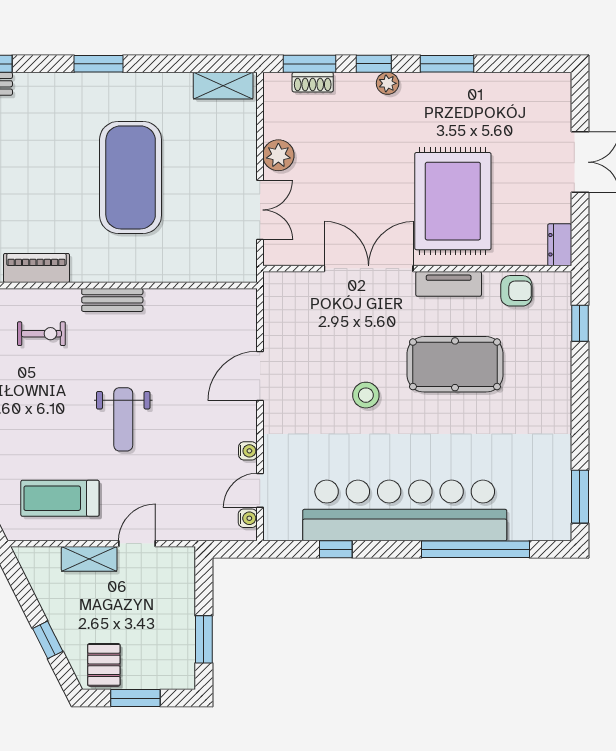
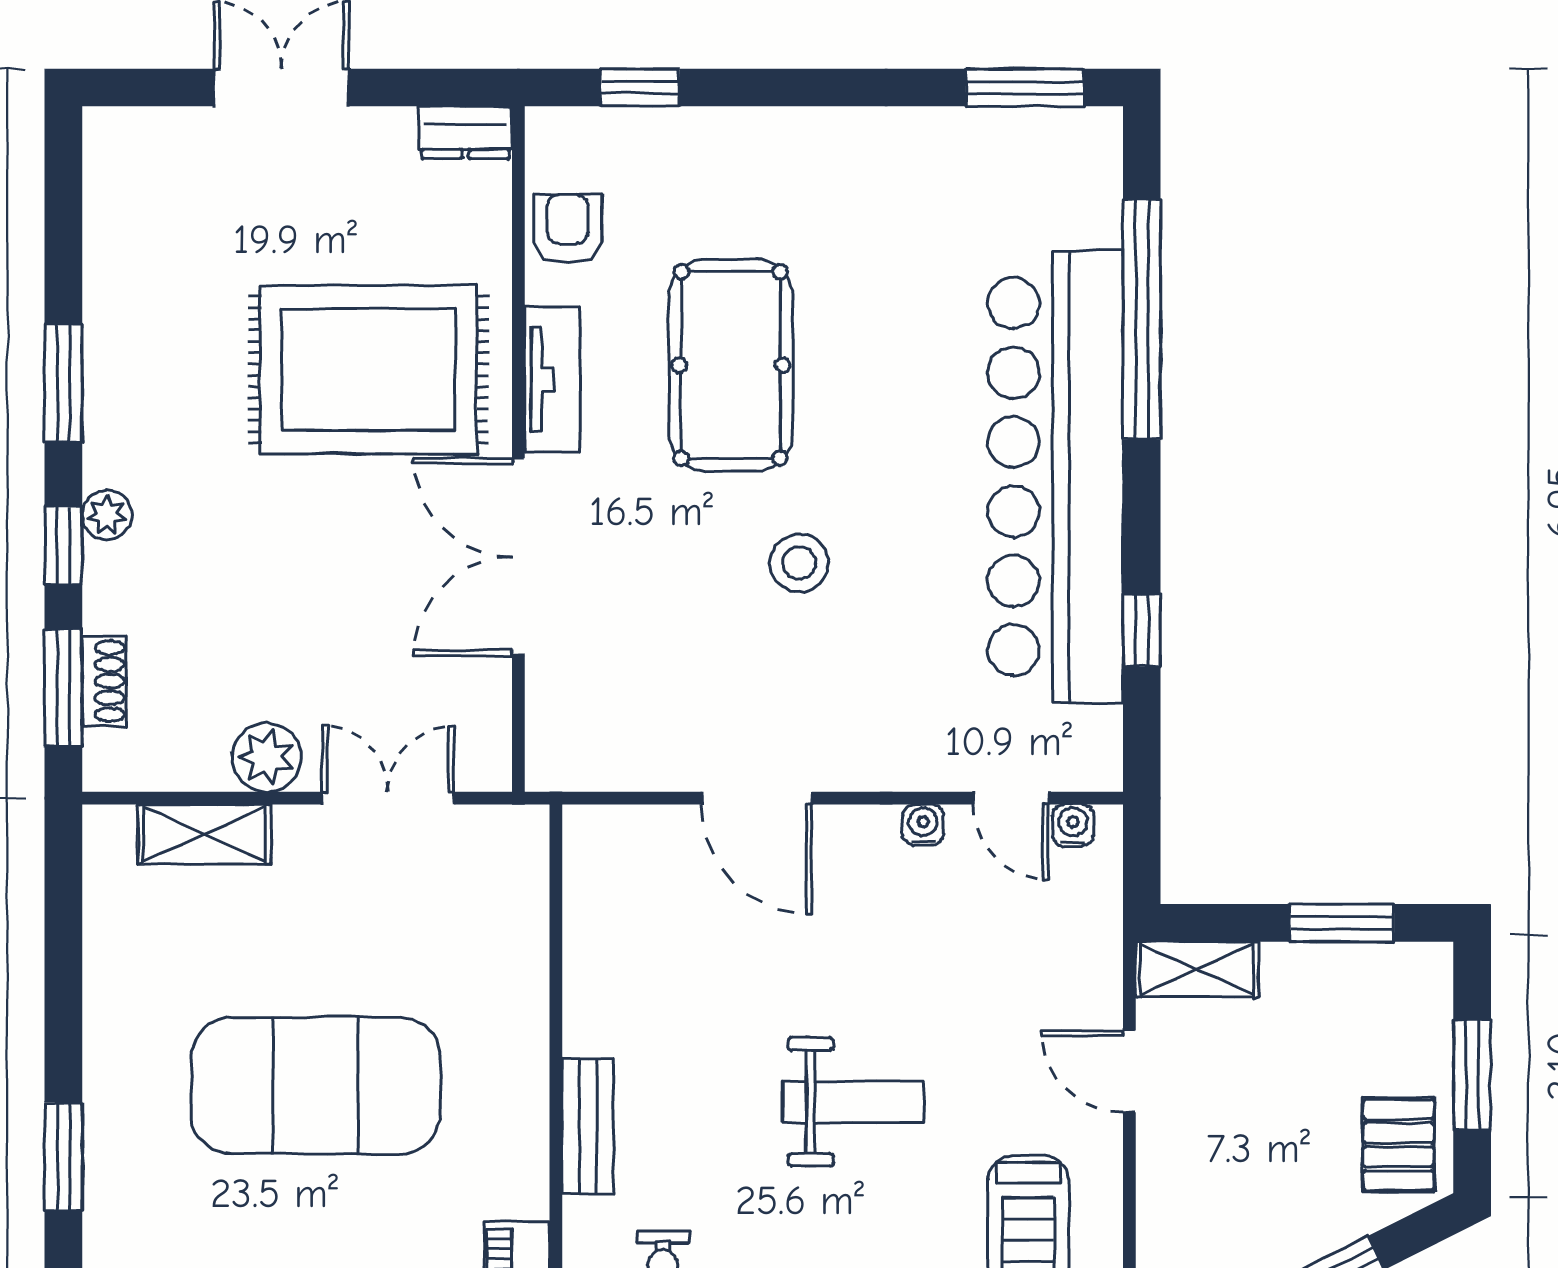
shelving: (223, 86) -> (204, 834), moved, turned 90
shelving: (89, 559) -> (1197, 969), moved, turned 90
pallet: (104, 665) -> (1398, 1145), turned 90

